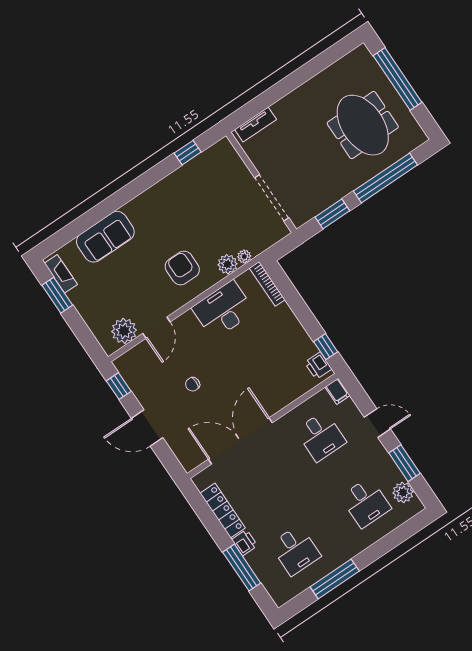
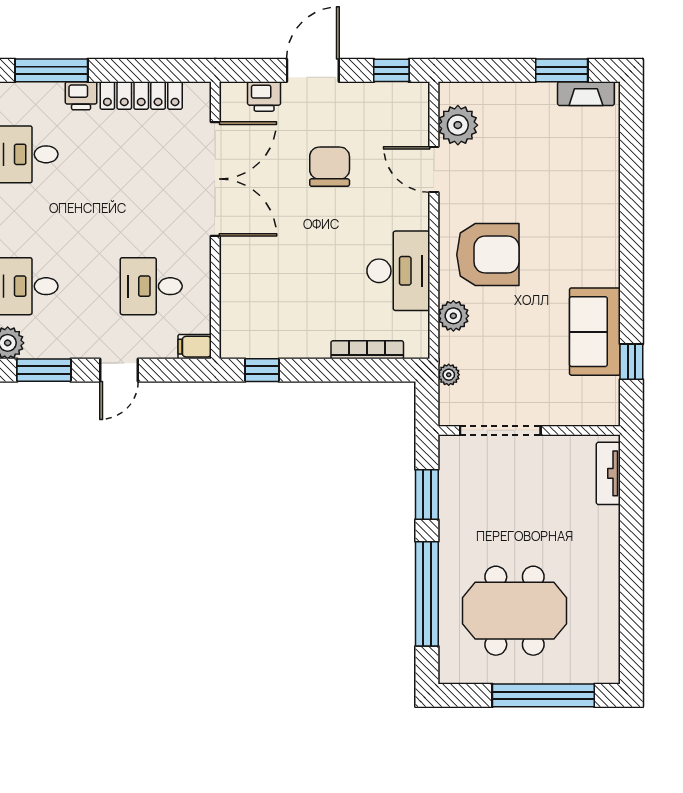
sofa: (105, 237) -> (595, 332), moved
plant: (244, 256) -> (449, 375), moved
armchair: (182, 268) -> (488, 255), width x1.36, depth x1.36
bookcase: (267, 284) -> (367, 350), moved
printer: (318, 366) -> (264, 96), moved, turned 180
chair: (193, 384) -> (330, 167), width x1.87, depth x1.87

